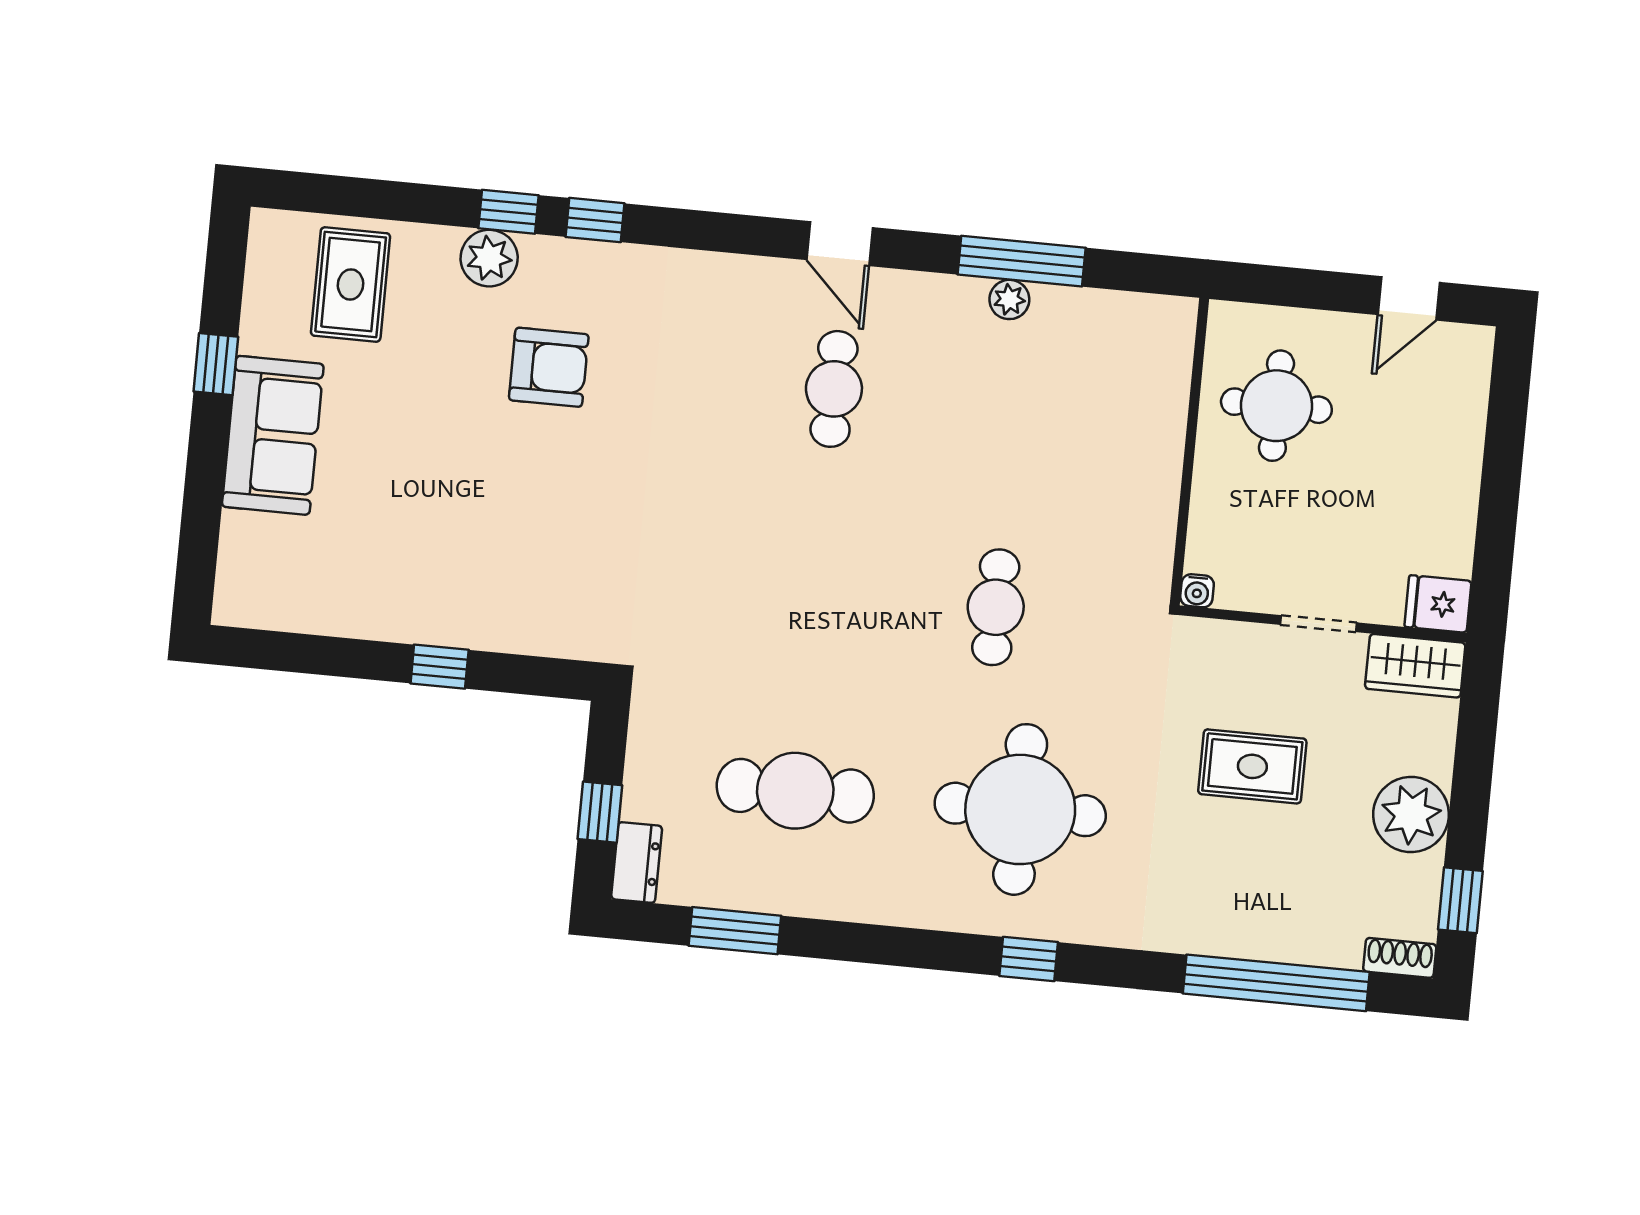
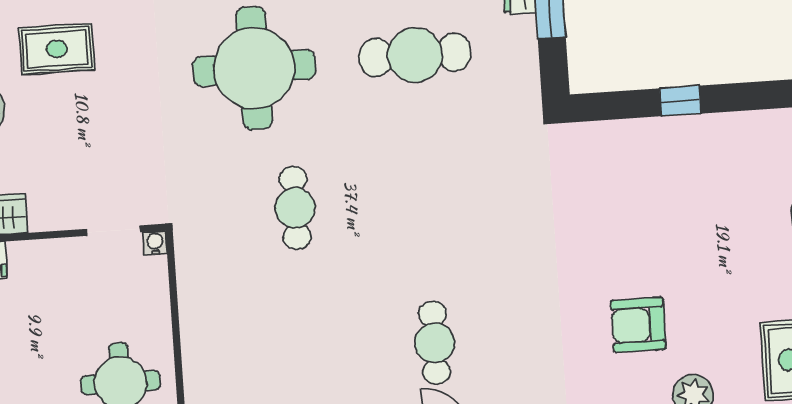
doorway: (1318, 624) -> (114, 231), moved
rug: (1252, 766) -> (57, 49), moved

